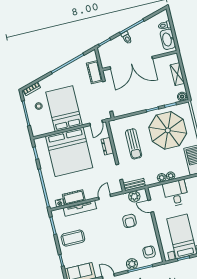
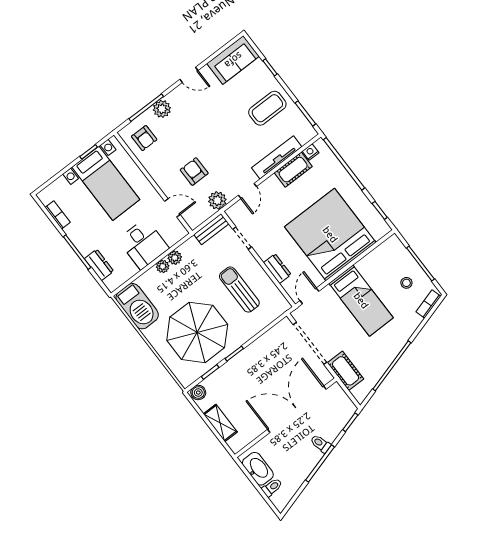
bed: (64, 109) -> (361, 301), width x0.67
plant: (134, 197) -> (217, 200), moved

